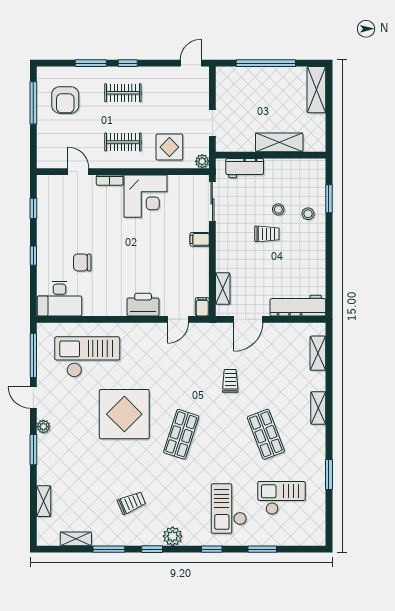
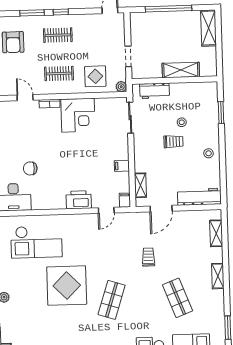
stool: (308, 214) -> (209, 153), moved
filing cabinet: (200, 239) -> (122, 166), moved
checkout: (87, 357) -> (36, 242), turned 180

